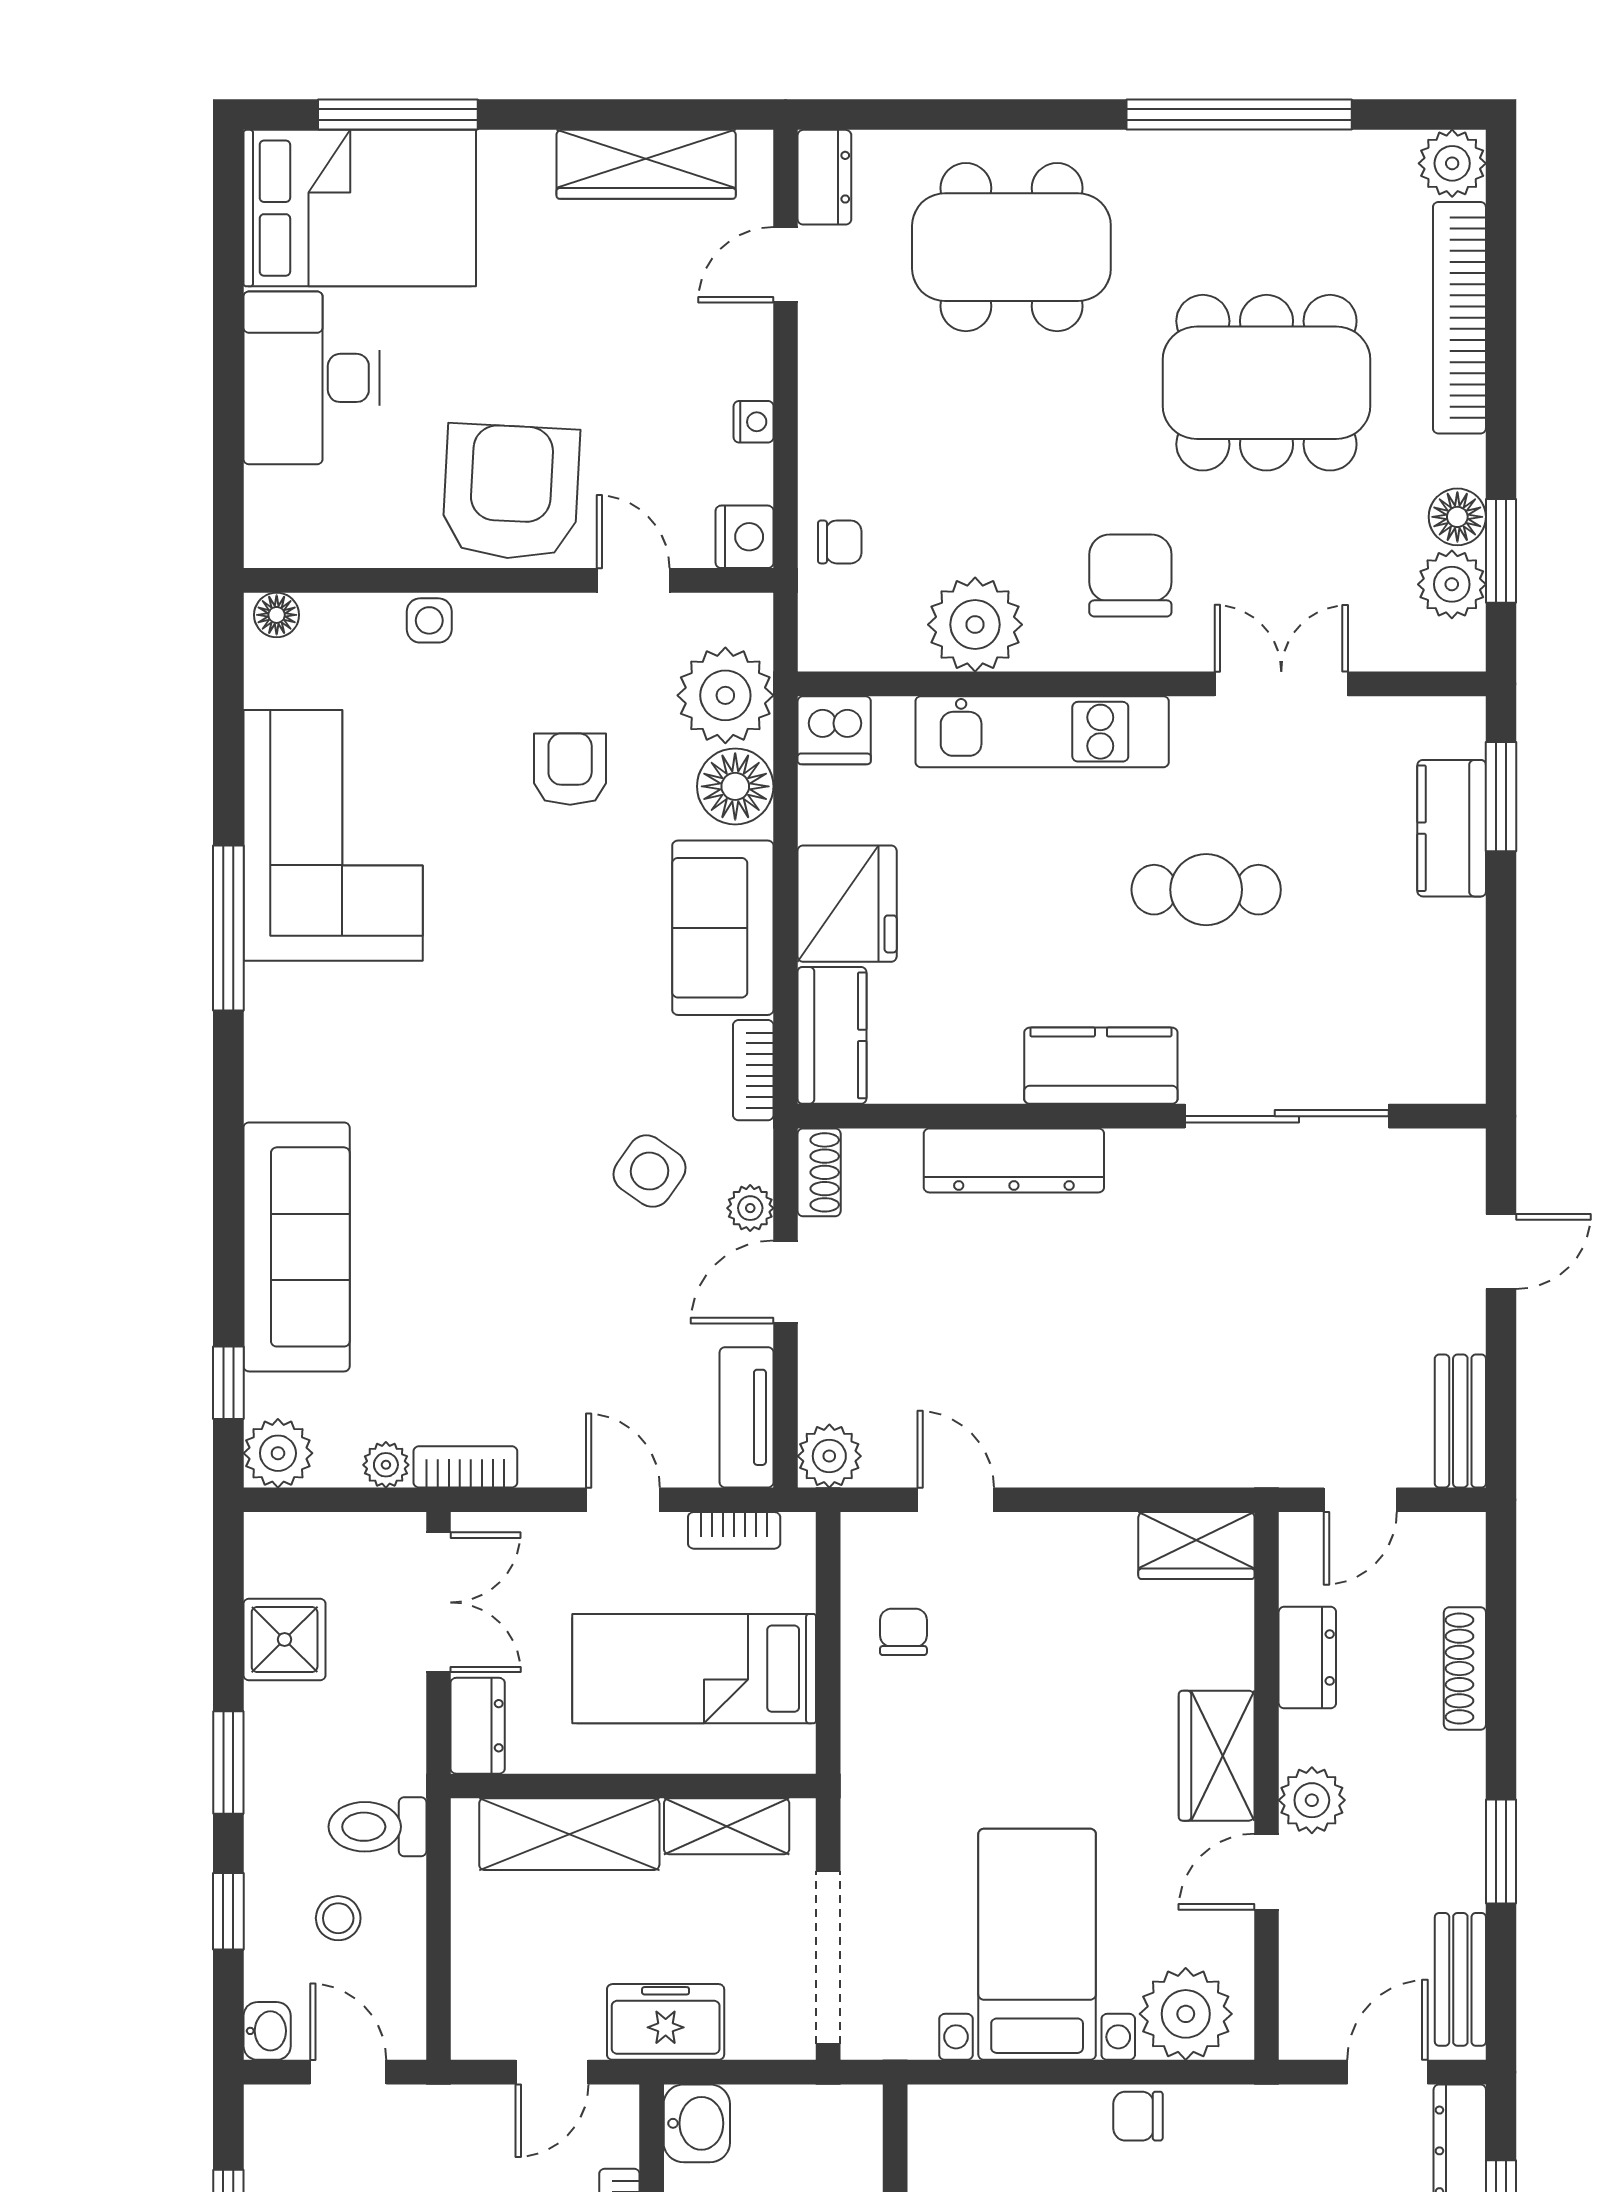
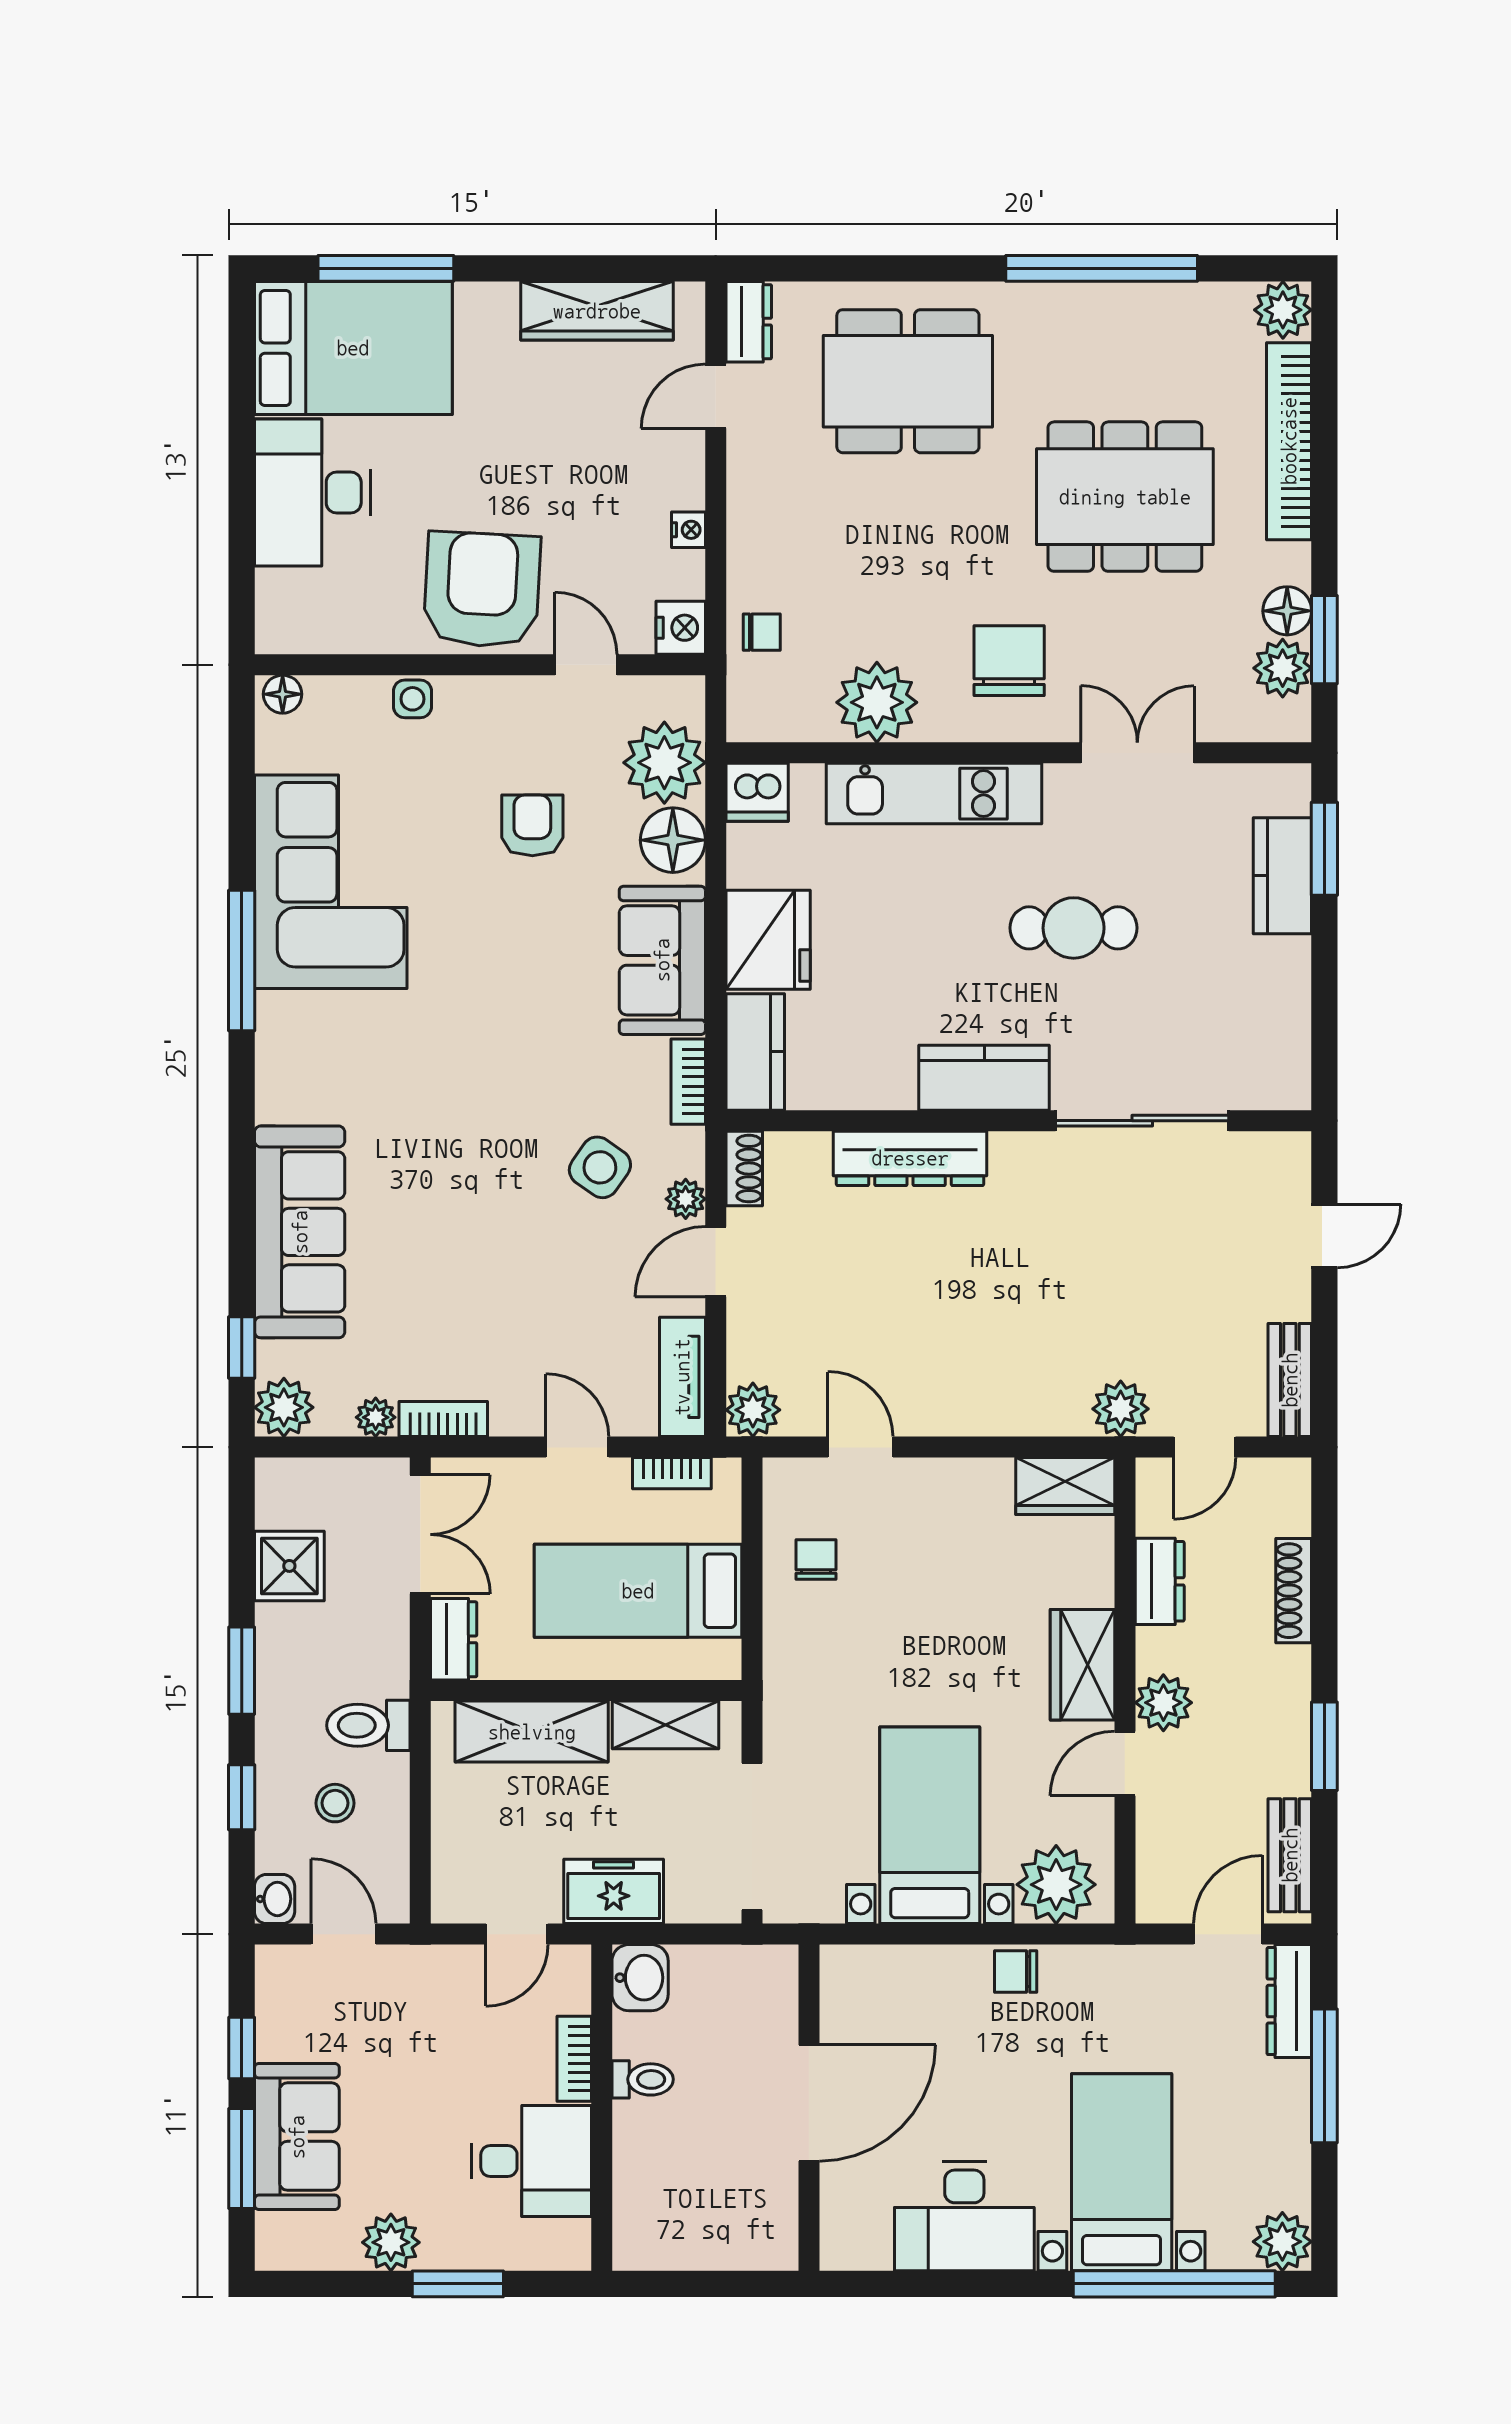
plant: (1261, 1455) -> (1121, 1409), added

